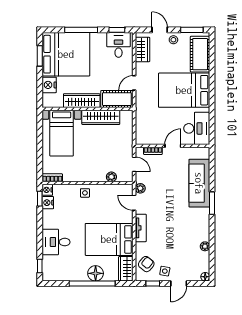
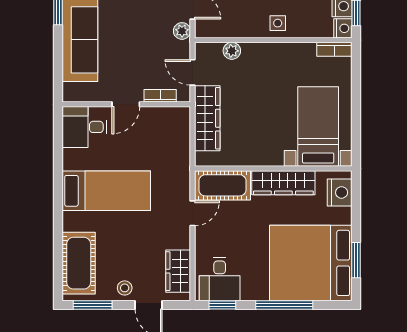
nightstand: (49, 85) -> (340, 192), moved
bed: (184, 90) -> (106, 191), width x0.67
wardrobe: (101, 117) -> (207, 118), moved, turned 90
desk: (197, 128) -> (84, 127), width x0.73

